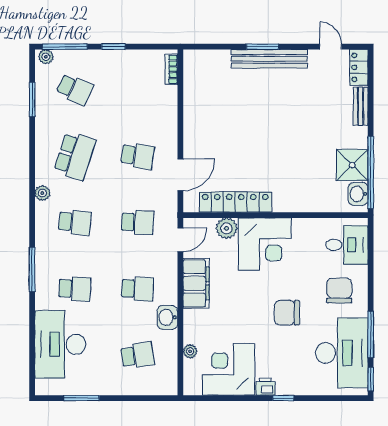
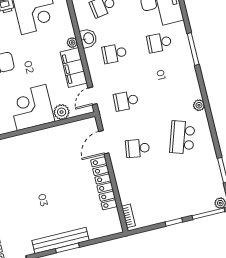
school desk: (75, 89) -> (194, 185), removed
locker: (235, 202) -> (104, 183), moved, turned 90
school desk: (75, 222) -> (171, 90), removed
plant: (190, 351) -> (72, 43), moved

